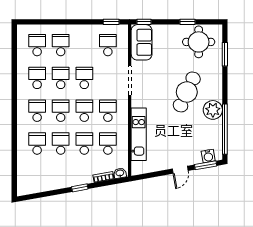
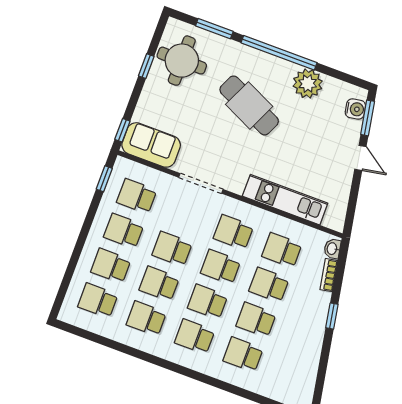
school desk: (84, 45) -> (124, 231), added
plant: (213, 110) -> (308, 84), moved
window: (225, 129) -> (279, 53), moved

